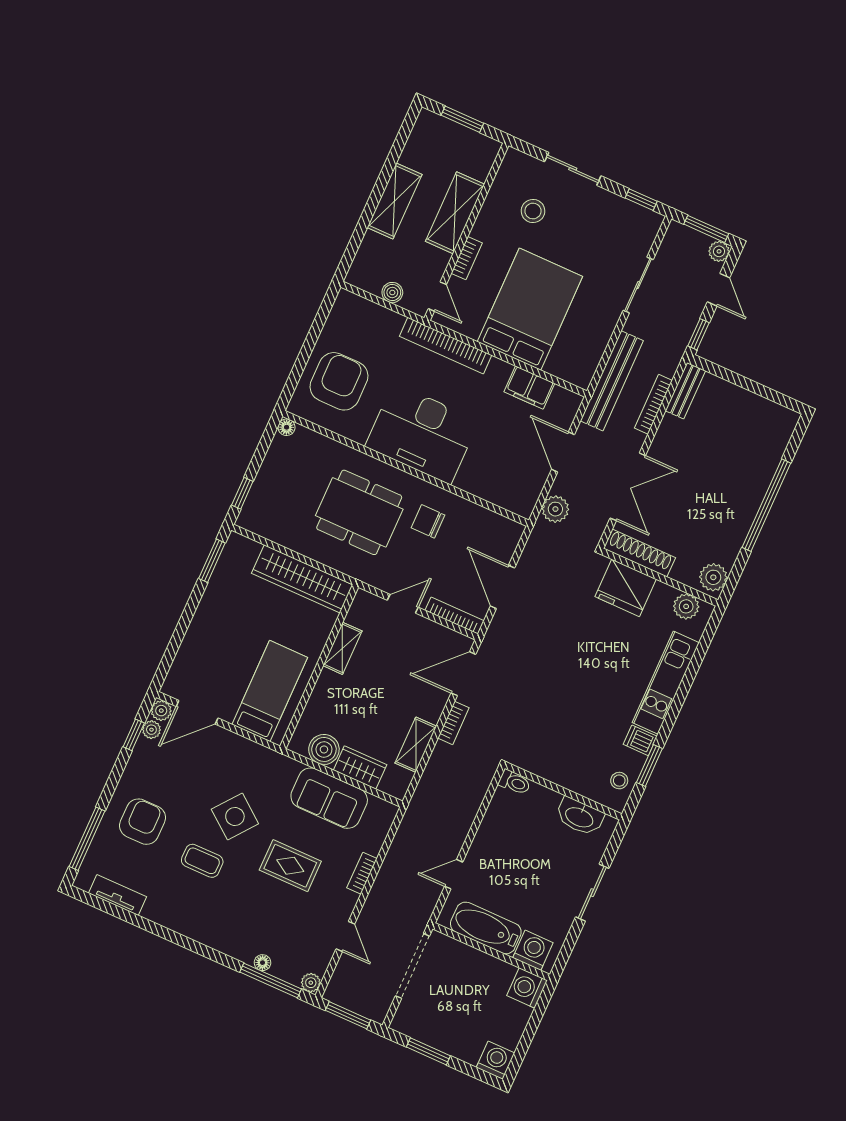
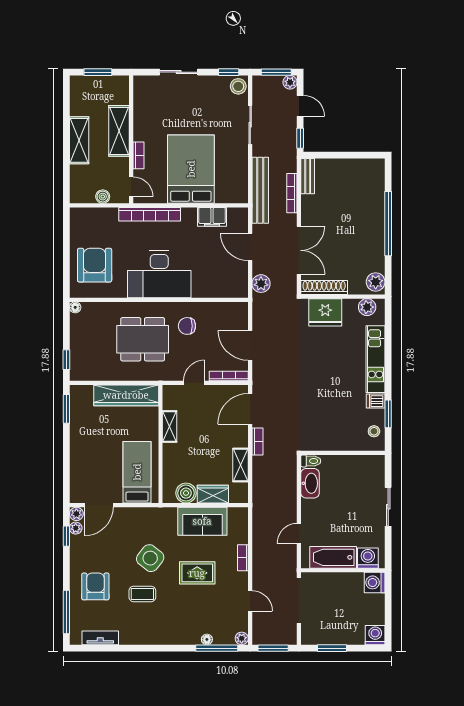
stool: (533, 211) -> (238, 86), moved
washbasin: (580, 817) -> (310, 483), moved, turned -90

